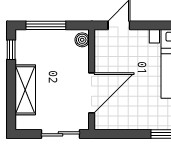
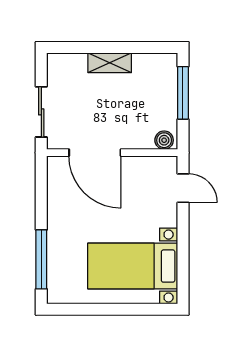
window: (11, 50) -> (151, 48), removed
shelving: (25, 90) -> (110, 63), width x0.67, depth x0.75

